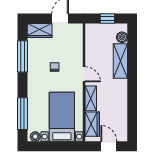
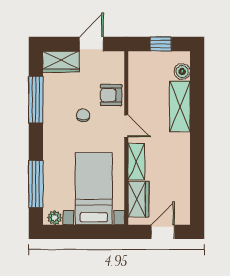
armchair: (74, 53) -> (111, 95), added
door: (109, 146) -> (163, 232), hinge flipped

